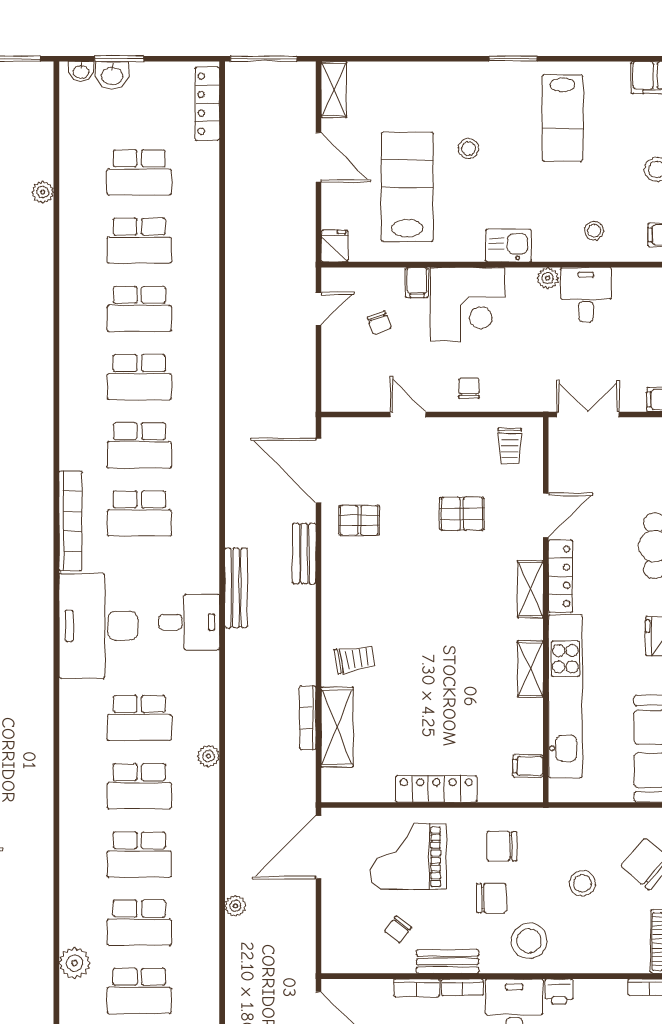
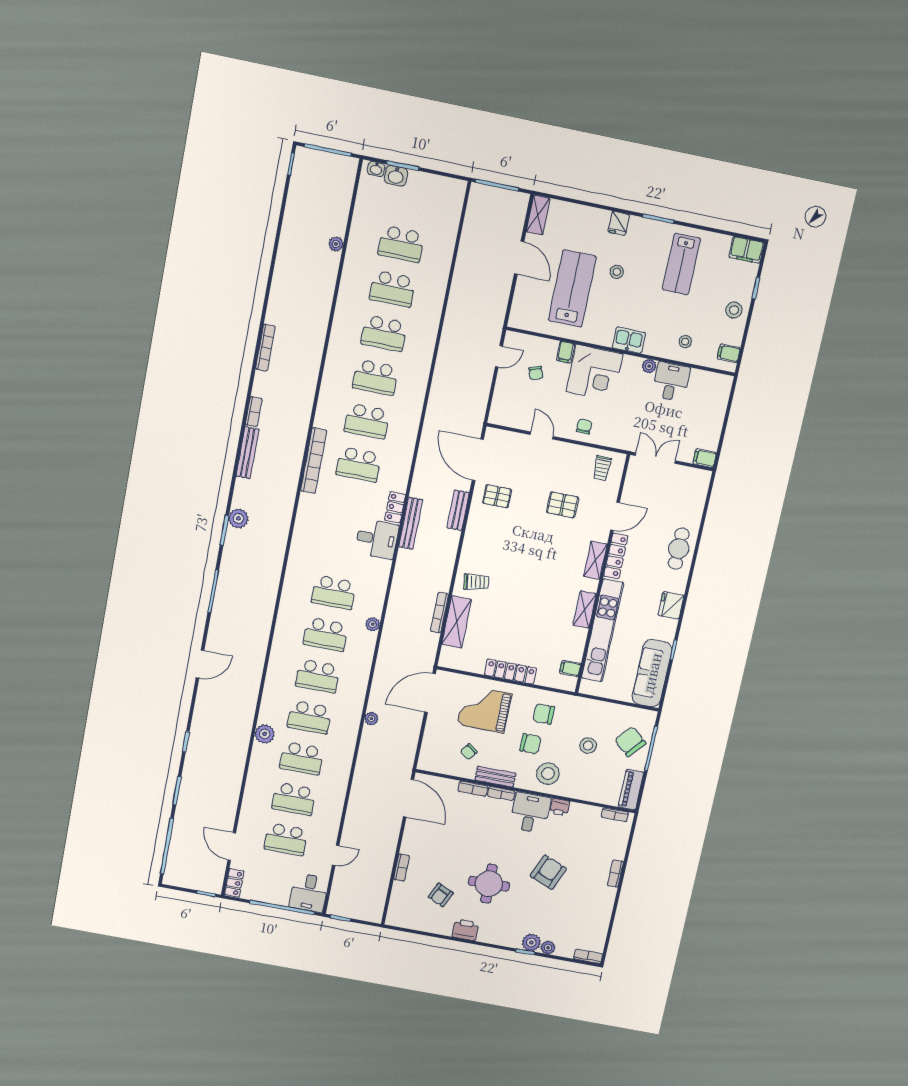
locker: (207, 104) -> (395, 507), moved, width x0.66
fridge: (335, 246) -> (619, 223), moved, turned 180
desk: (98, 626) -> (319, 530), removed

